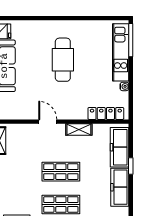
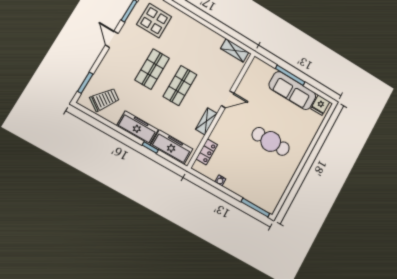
kitchen unit: (121, 52) -> (250, 193), removed
locker: (106, 113) -> (207, 152), width x0.66

